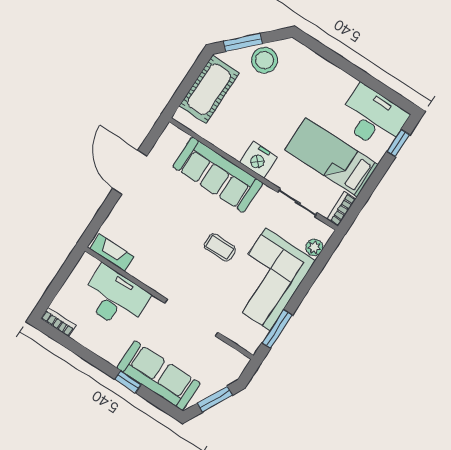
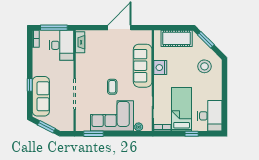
stool: (265, 60) -> (204, 66), moved
window: (398, 143) -> (192, 134), moved
nightstand: (258, 160) -> (160, 68), moved
window: (59, 280) -> (54, 28), added
desk: (115, 298) -> (62, 45), moved

